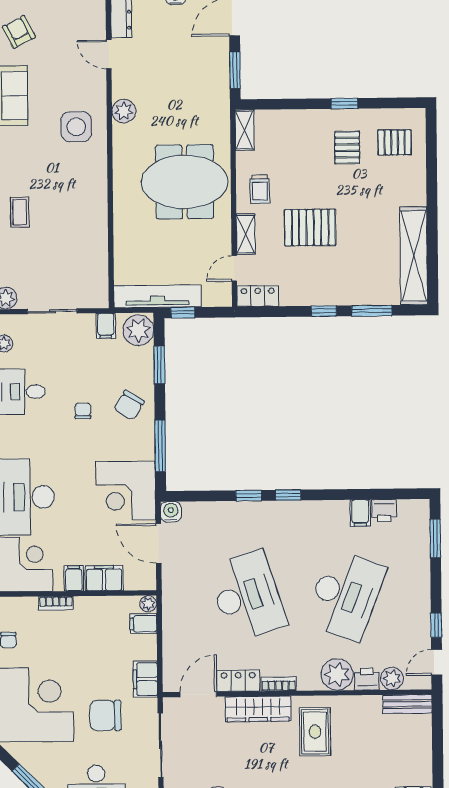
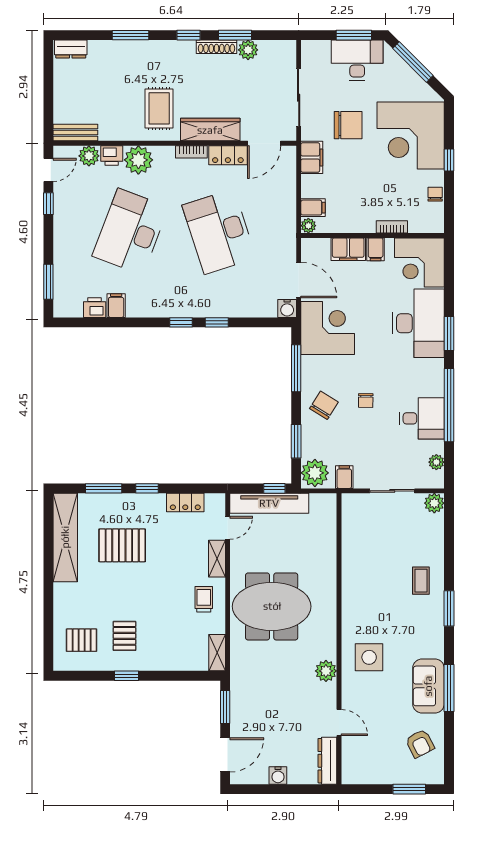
pallet: (310, 227) -> (122, 545), moved
tv unit: (157, 296) -> (269, 503), moved
locker: (258, 296) -> (185, 503), moved

